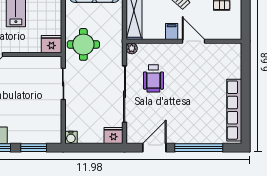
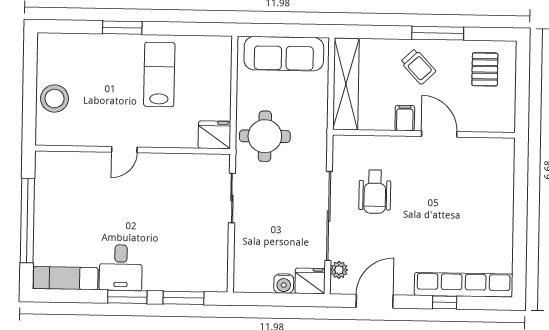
plant: (132, 48) -> (339, 270), moved
row of seats: (234, 110) -> (464, 285), moved, turned 90
water cooler: (71, 137) -> (284, 284), moved
window: (199, 148) -> (445, 302), width x0.32

